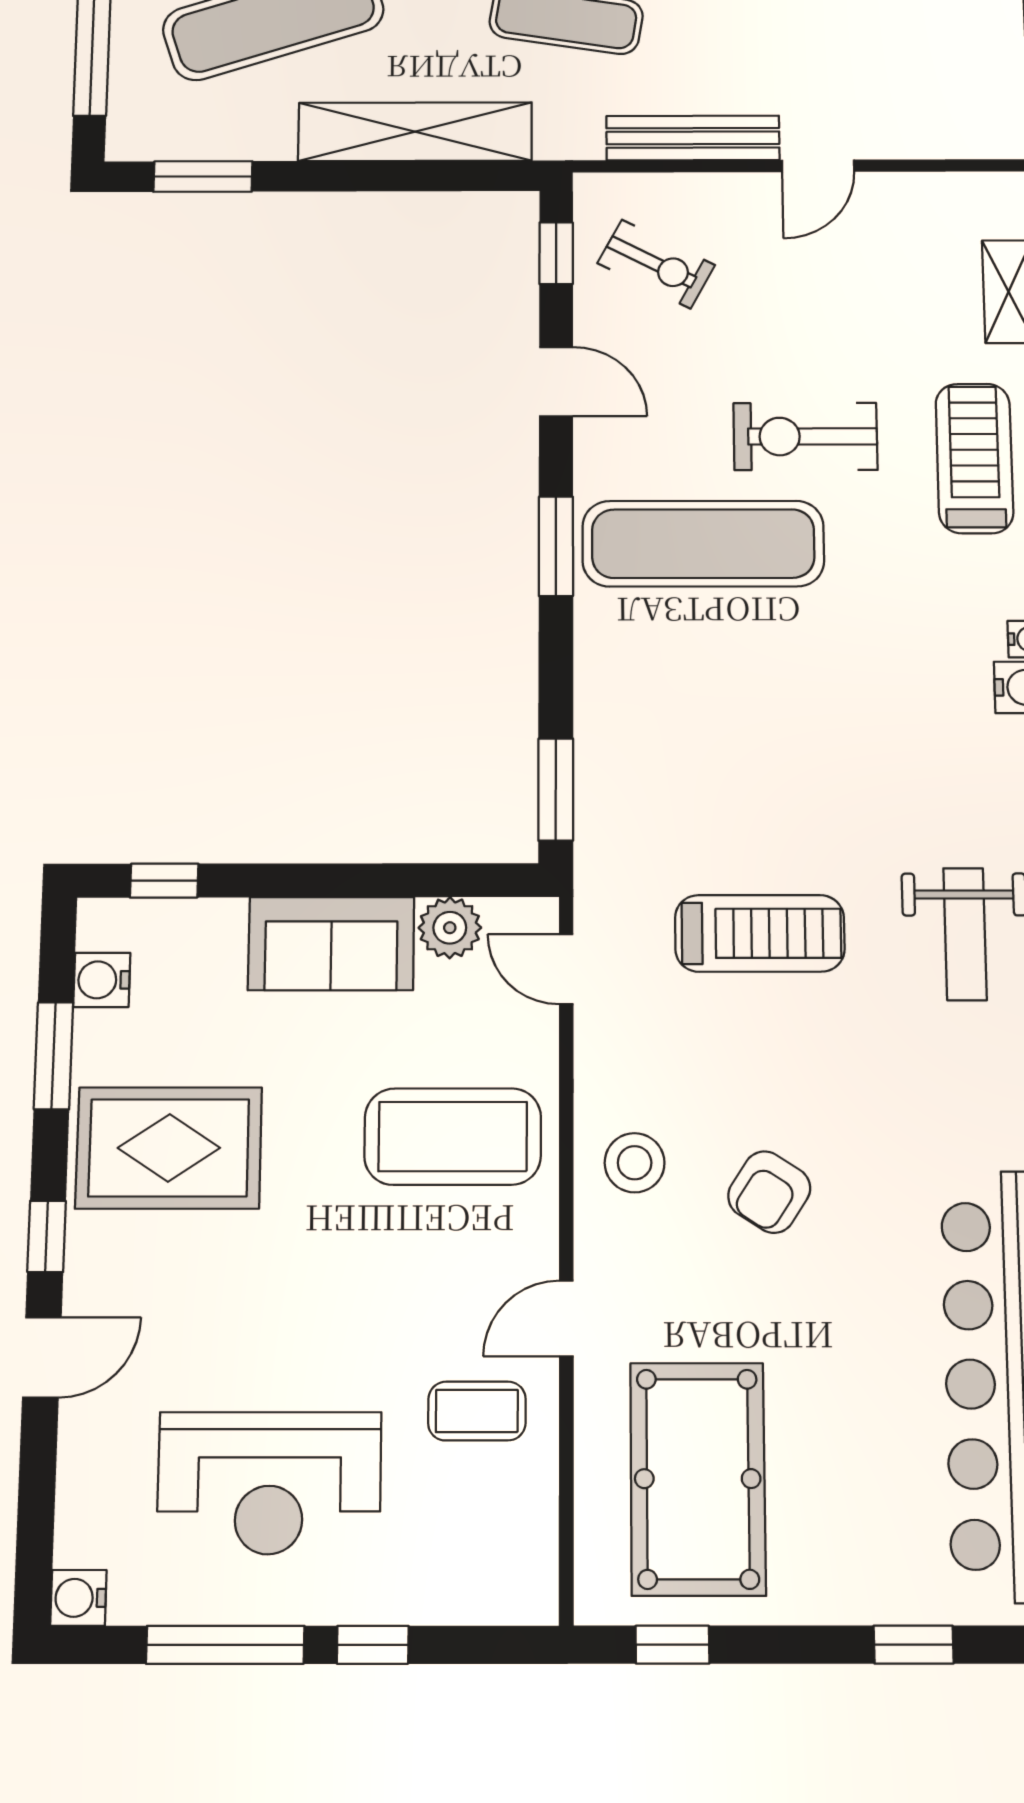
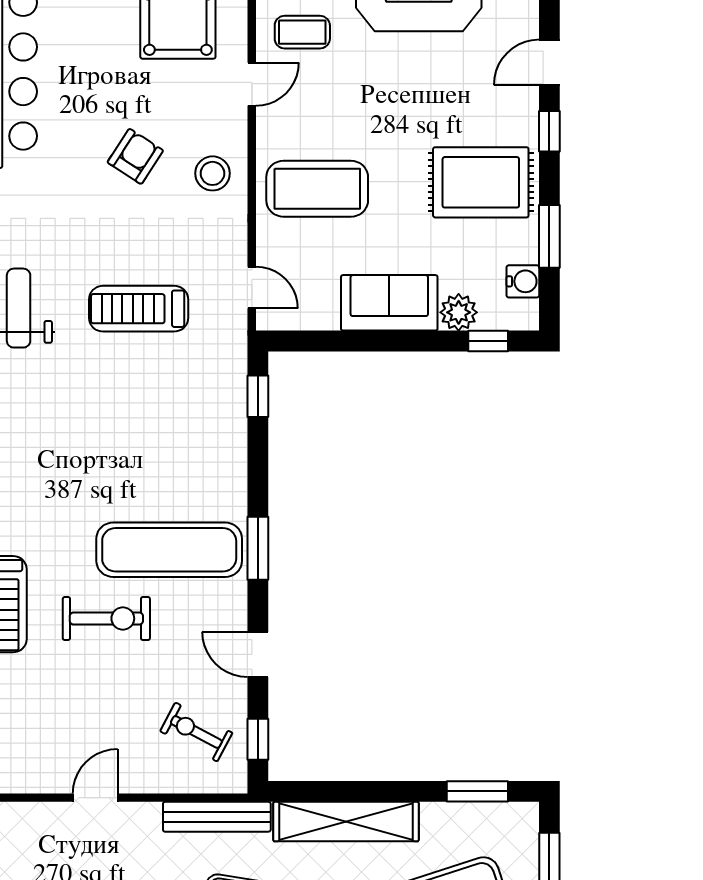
bench: (693, 138) -> (217, 817), moved
window: (556, 789) -> (258, 396), width x0.67
plant: (450, 928) -> (459, 312), moved

